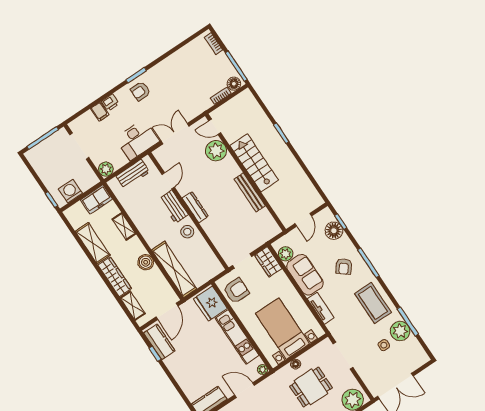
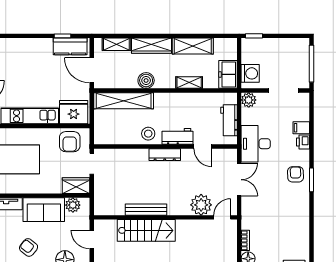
stairs: (254, 163) -> (146, 230), moved
washing machine: (70, 191) -> (250, 73), moved

